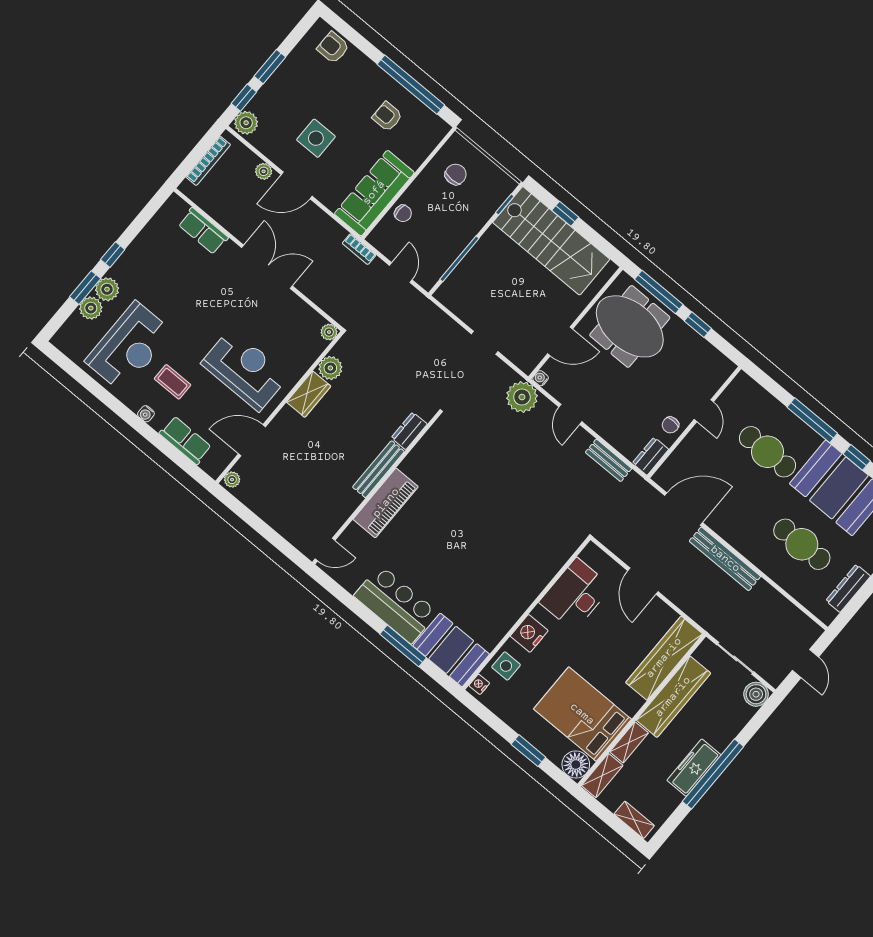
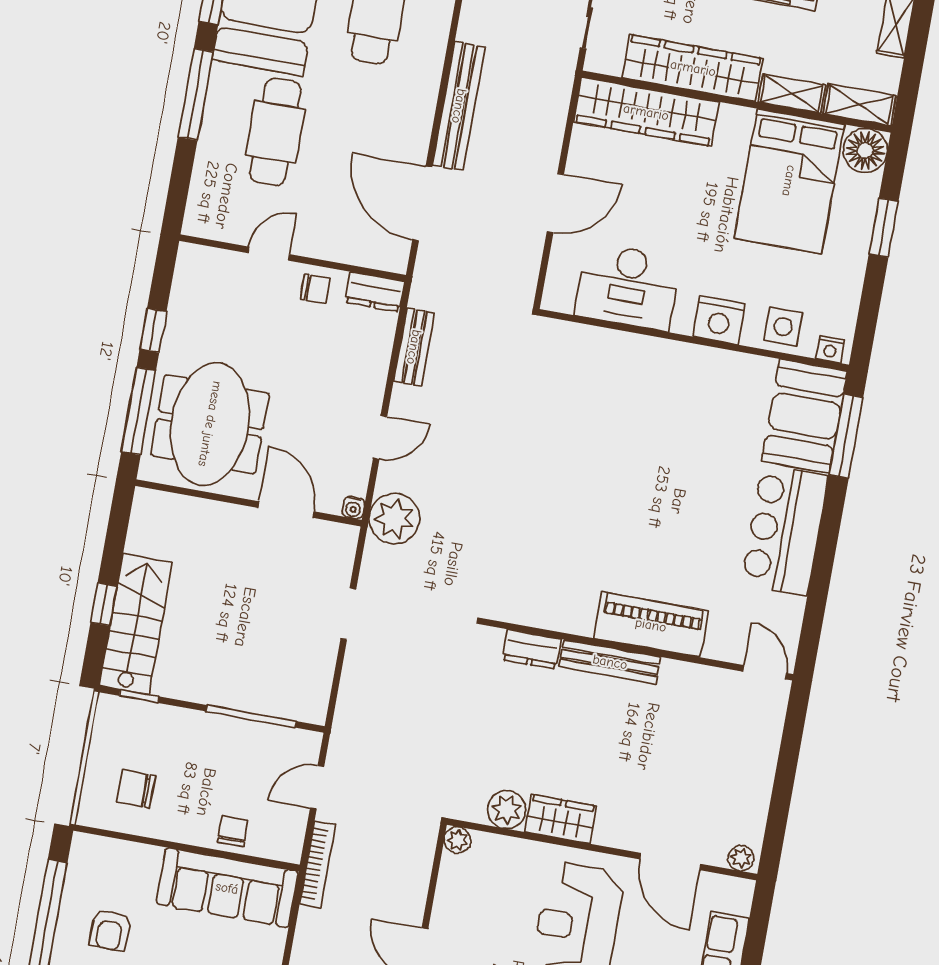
stairs: (551, 241) -> (136, 624), width x0.73, depth x0.66
bookcase: (359, 249) -> (318, 864), width x1.56
window: (403, 646) -> (846, 436), moved

